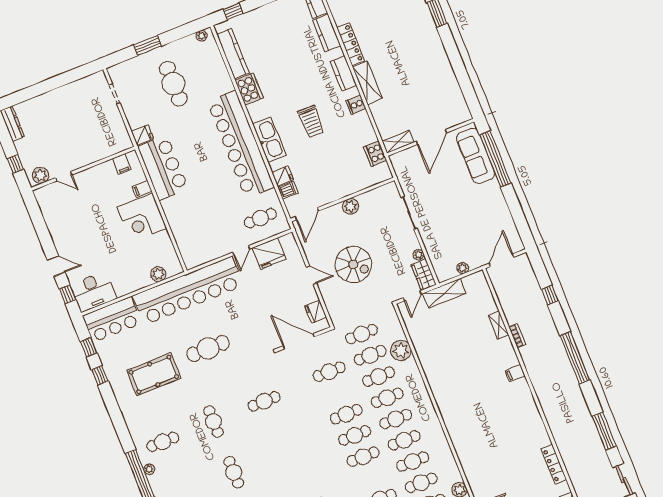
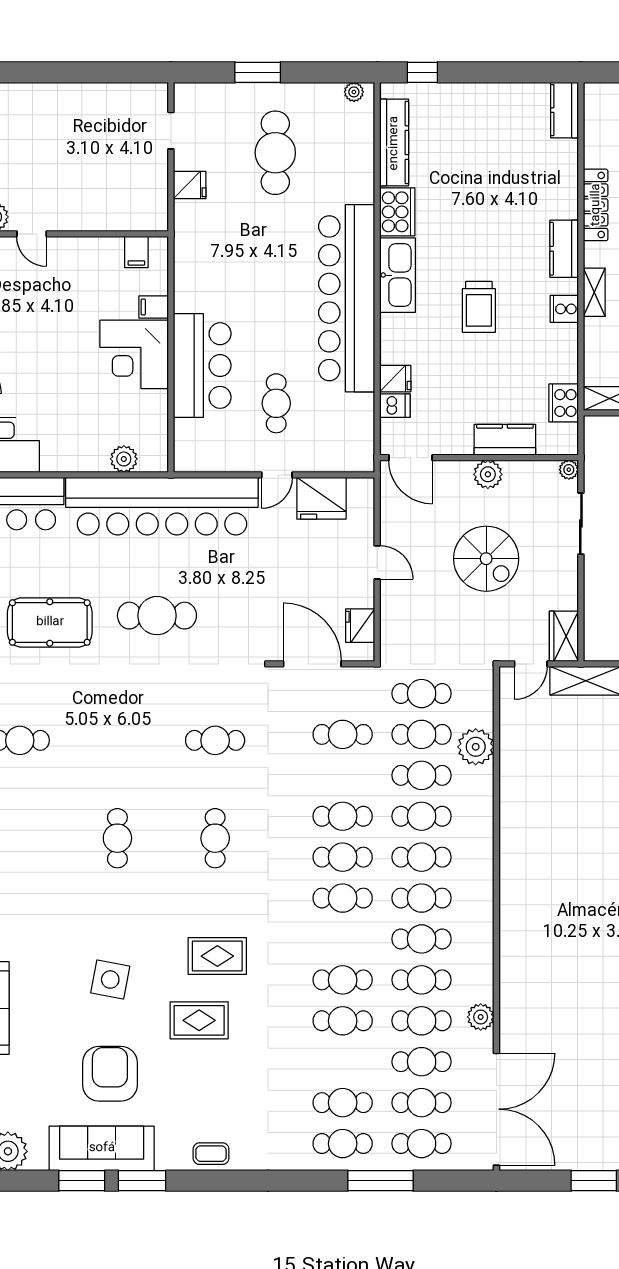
kitchen counter: (326, 33) -> (505, 440), moved, turned 90
shelving: (367, 83) -> (594, 292), width x0.67, depth x0.75
fridge: (142, 135) -> (190, 185), moved
kitchen sink: (269, 140) -> (397, 275), moved
bar counter: (163, 168) -> (202, 366), moved
door: (307, 214) -> (410, 458), hinge flipped
cafe table: (260, 218) -> (276, 403), moved, turned 90
plant: (419, 255) -> (569, 470), moved
spiral stairs: (353, 264) -> (486, 559), moved
cafe table: (213, 422) -> (215, 838), moved

